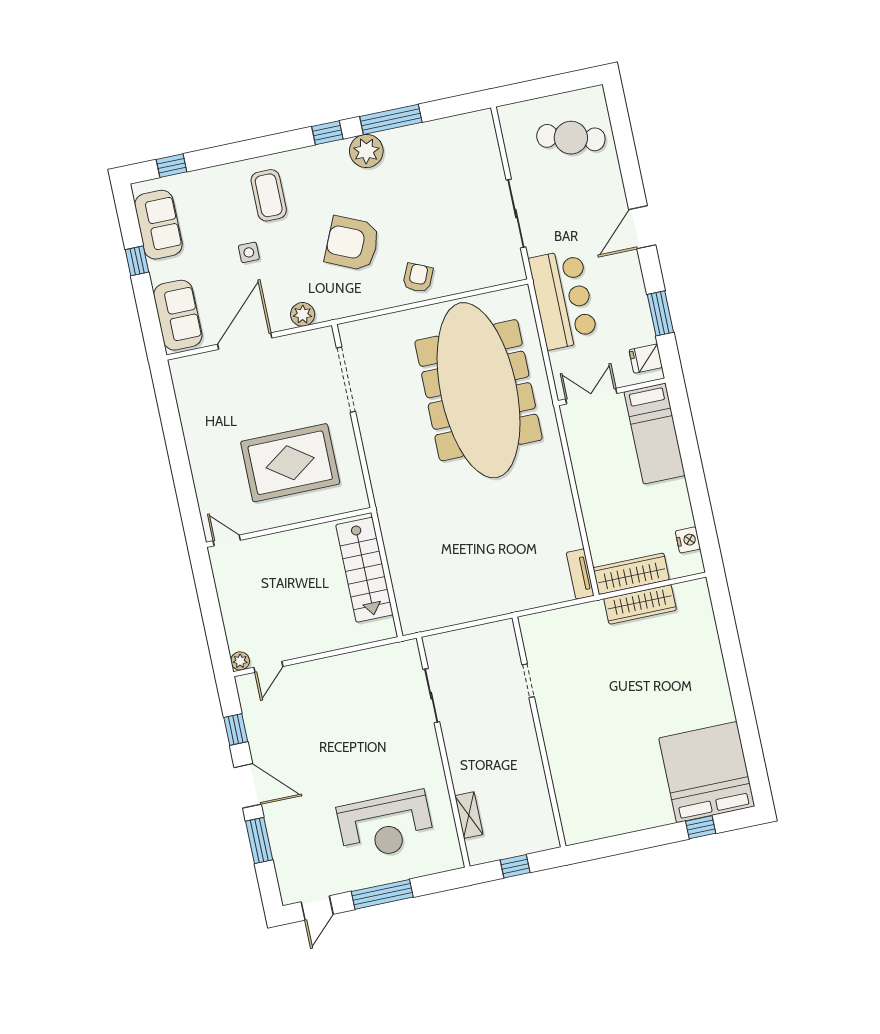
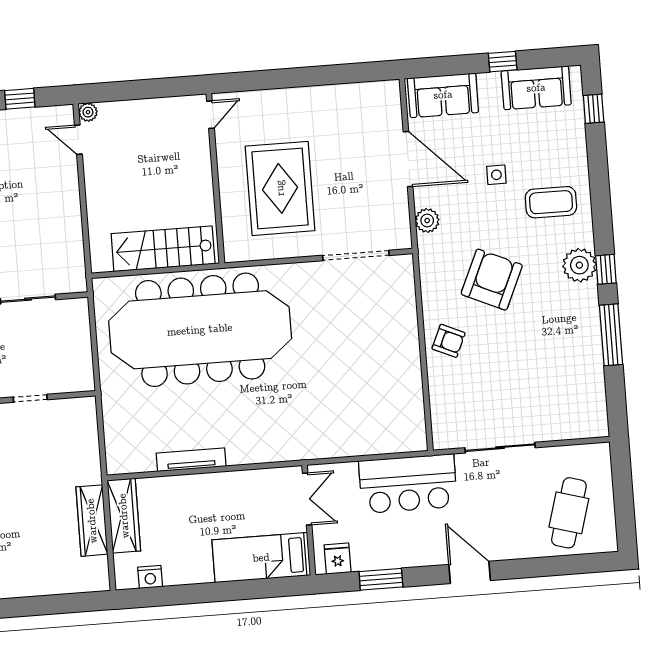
plant: (366, 151) -> (579, 265), moved
meeting table: (479, 390) -> (200, 330), moved
tv unit: (580, 574) -> (191, 460), moved, width x1.41

